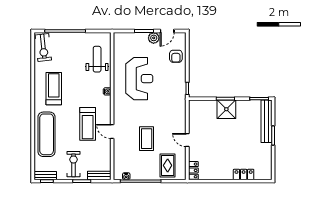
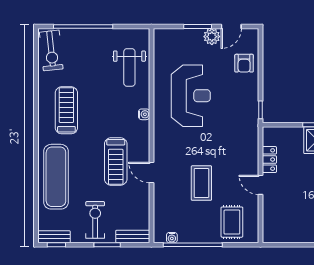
weight bench: (97, 59) -> (129, 67), turned 180
locker: (193, 170) -> (269, 160), moved

